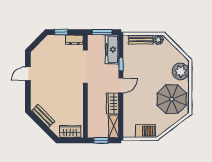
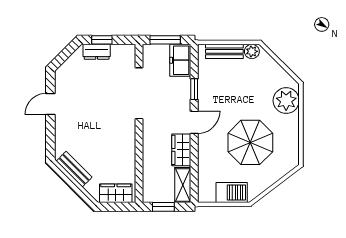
dresser: (74, 40) -> (97, 52), moved
freezer: (112, 49) -> (180, 60), width x0.71
parasol: (172, 99) -> (250, 142), moved

